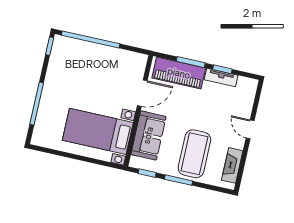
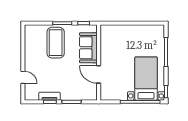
piano: (179, 73) -> (78, 93), removed
door: (142, 93) -> (99, 74), hinge flipped
door: (250, 129) -> (23, 77), moved
bed with nightstands: (98, 131) -> (146, 79), moved, turned -90
fireplace: (232, 165) -> (29, 41), removed

